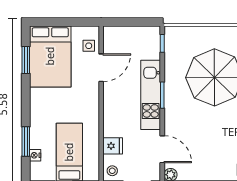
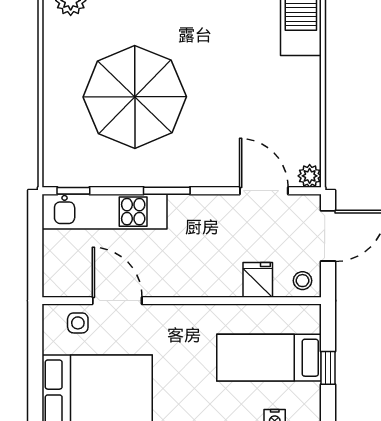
kitchen unit: (151, 95) -> (104, 212), moved
door: (162, 149) -> (264, 191), hinge flipped

